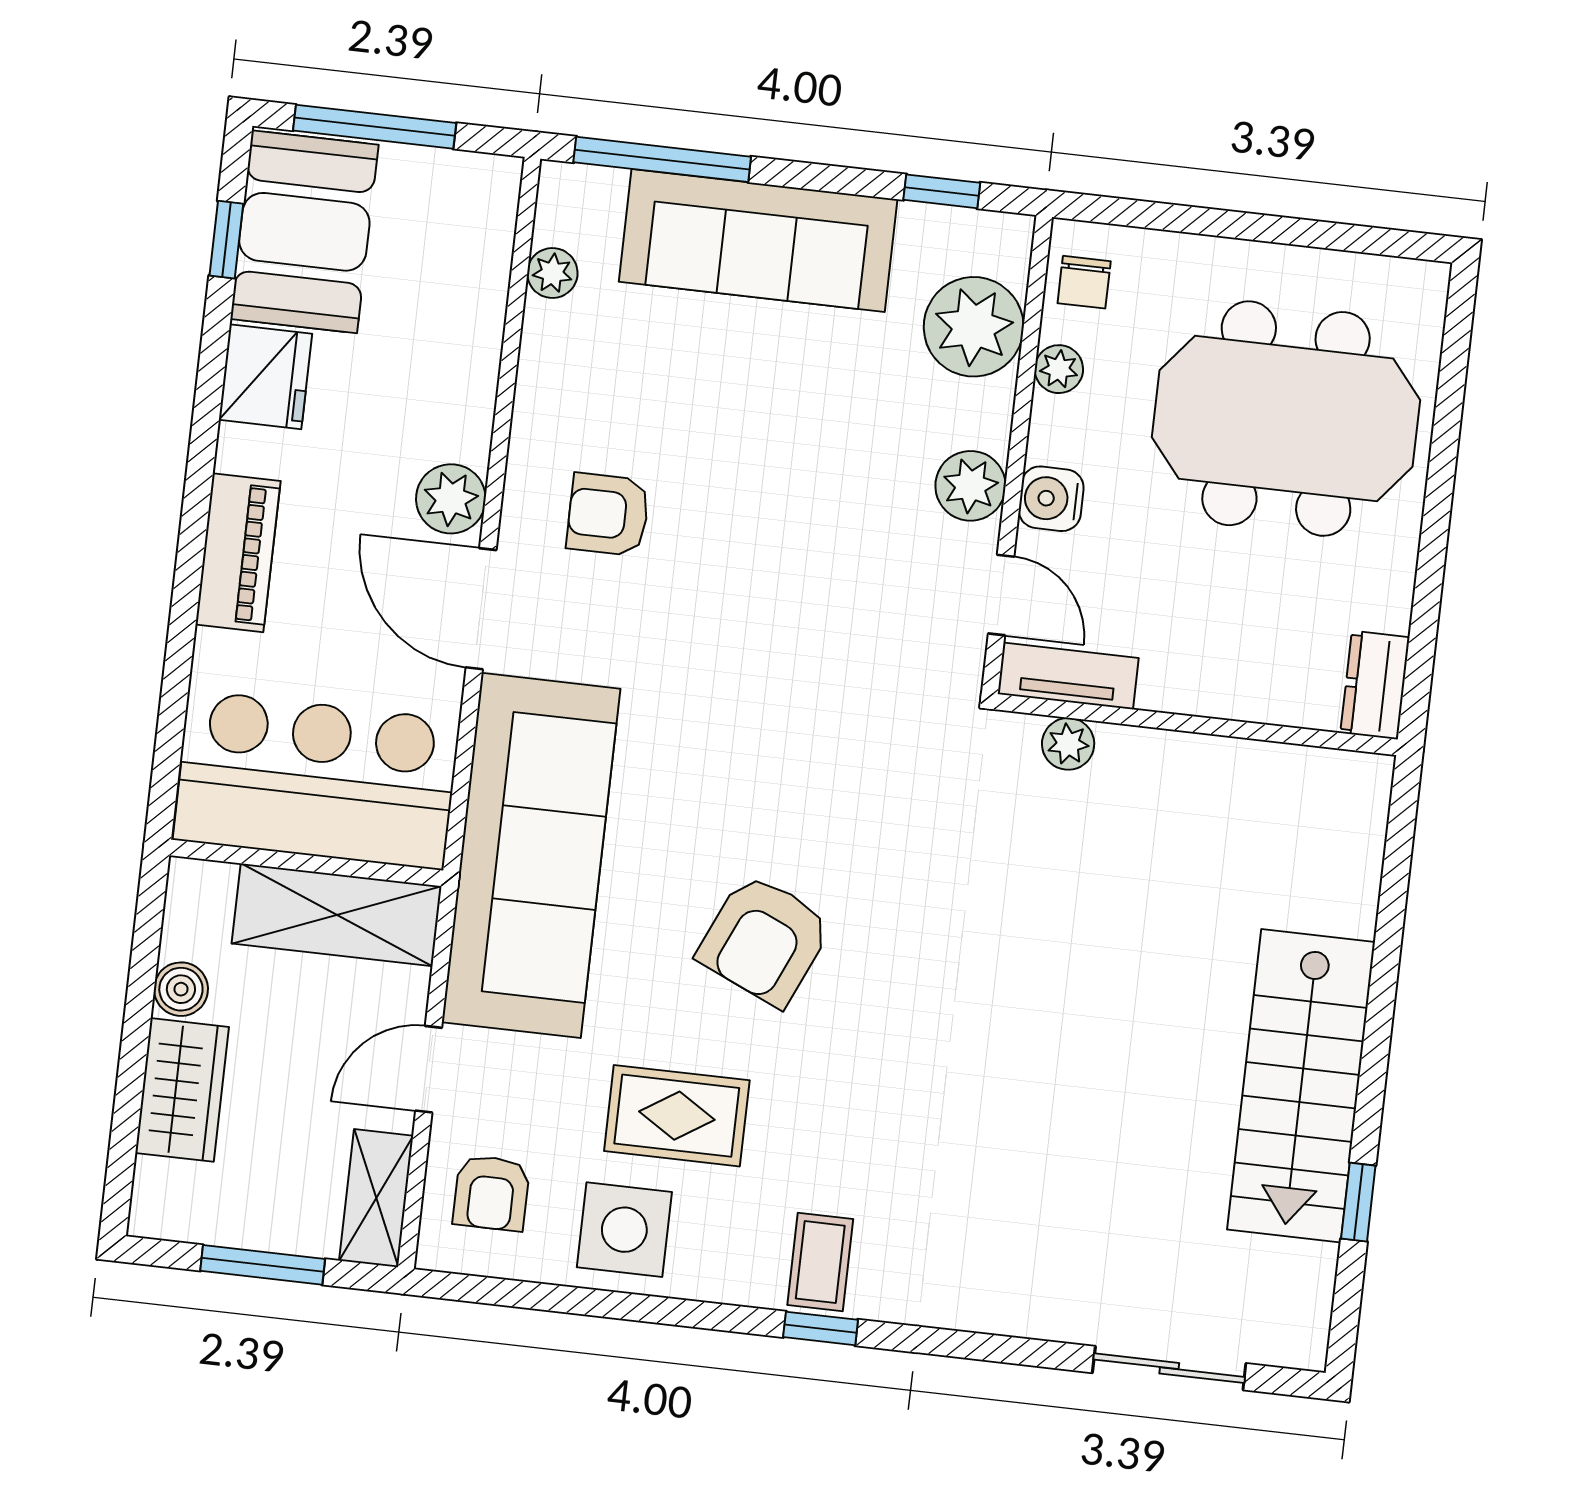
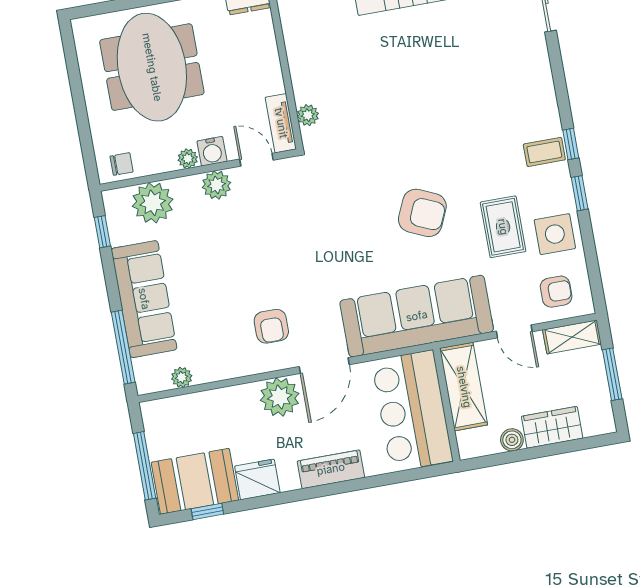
plant: (1059, 369) -> (188, 159), moved
plant: (451, 499) -> (280, 397), width x1.36, depth x1.36
door: (1001, 595) -> (256, 160), hinge flipped
window: (701, 1315) -> (580, 193), added

